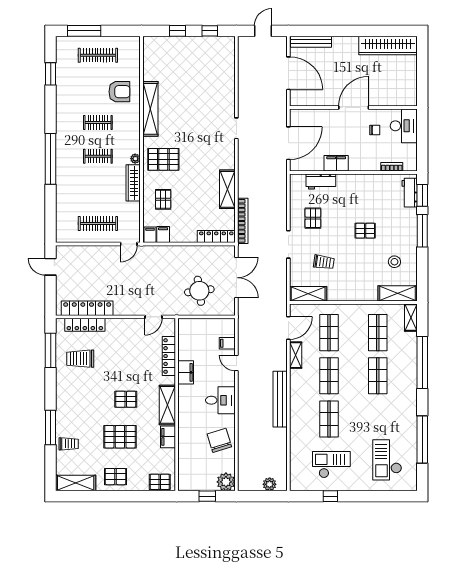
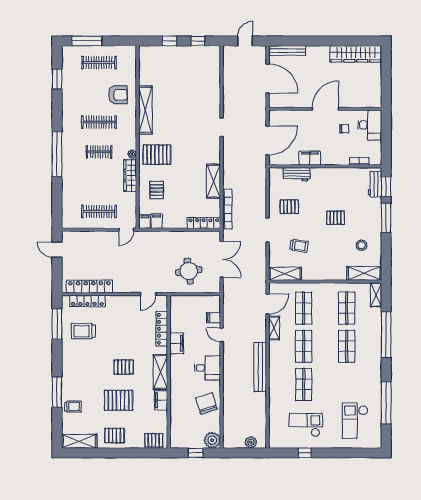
clothes rail: (98, 123) -> (99, 122), width x1.36
pallet: (313, 218) -> (289, 207), turned 90

